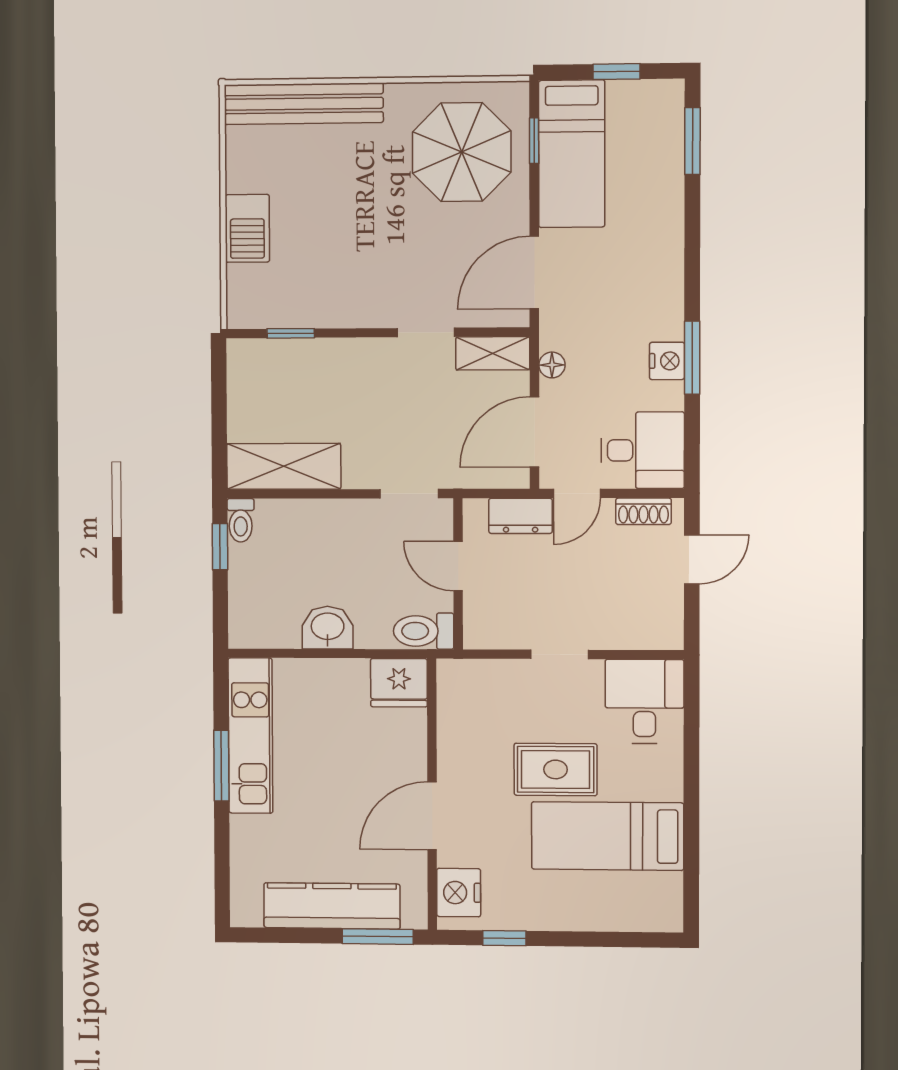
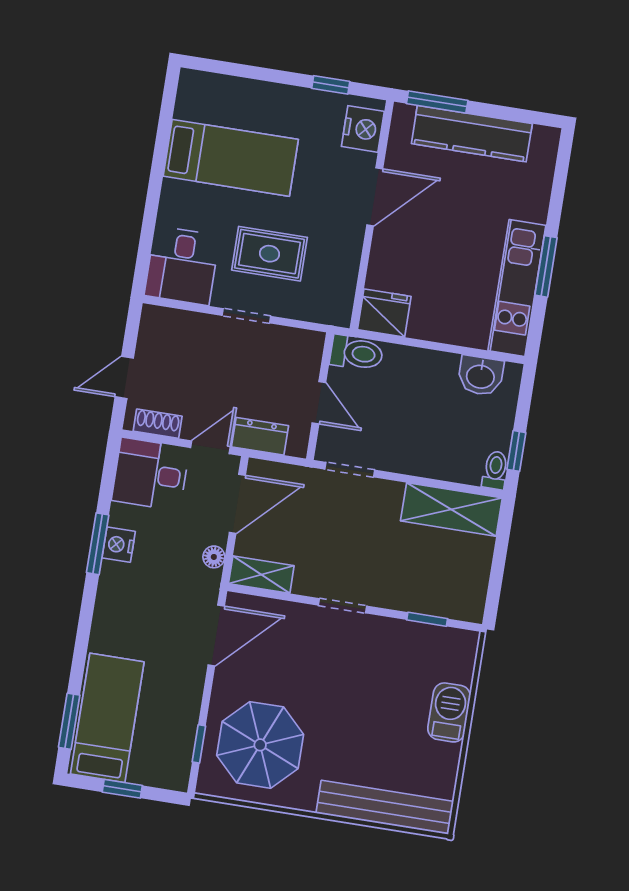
bed: (572, 154) -> (107, 718), moved
doorway: (426, 332) -> (342, 606), moved
washbasin: (328, 628) -> (481, 376), moved
rug: (556, 769) -> (269, 254), moved

